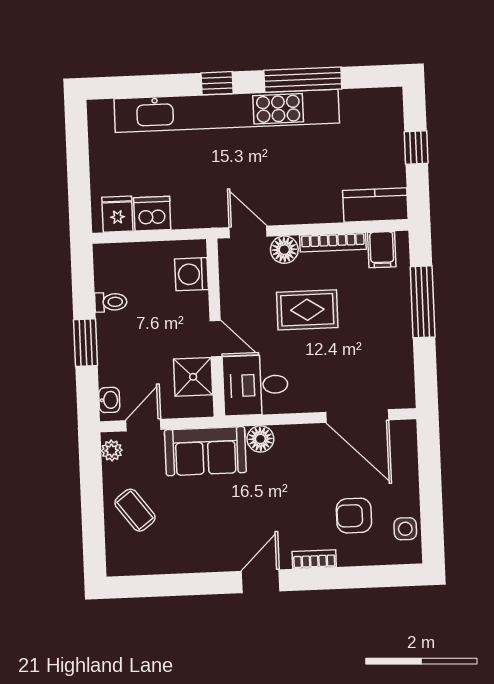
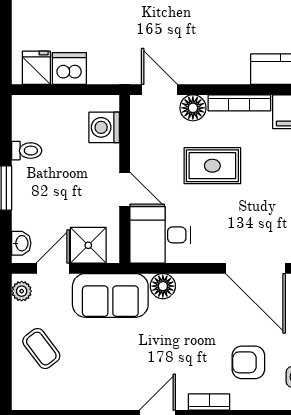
shower: (193, 377) -> (88, 245), moved

